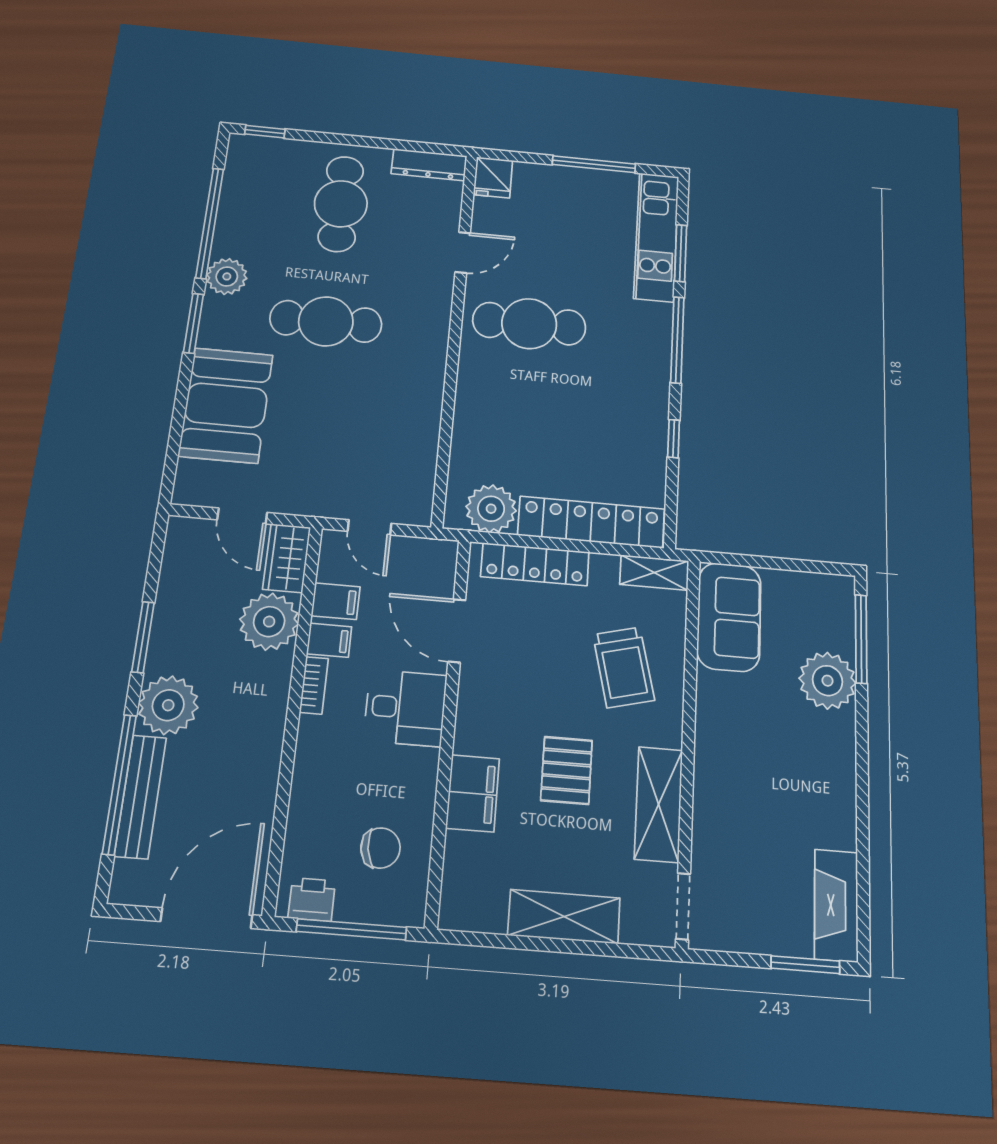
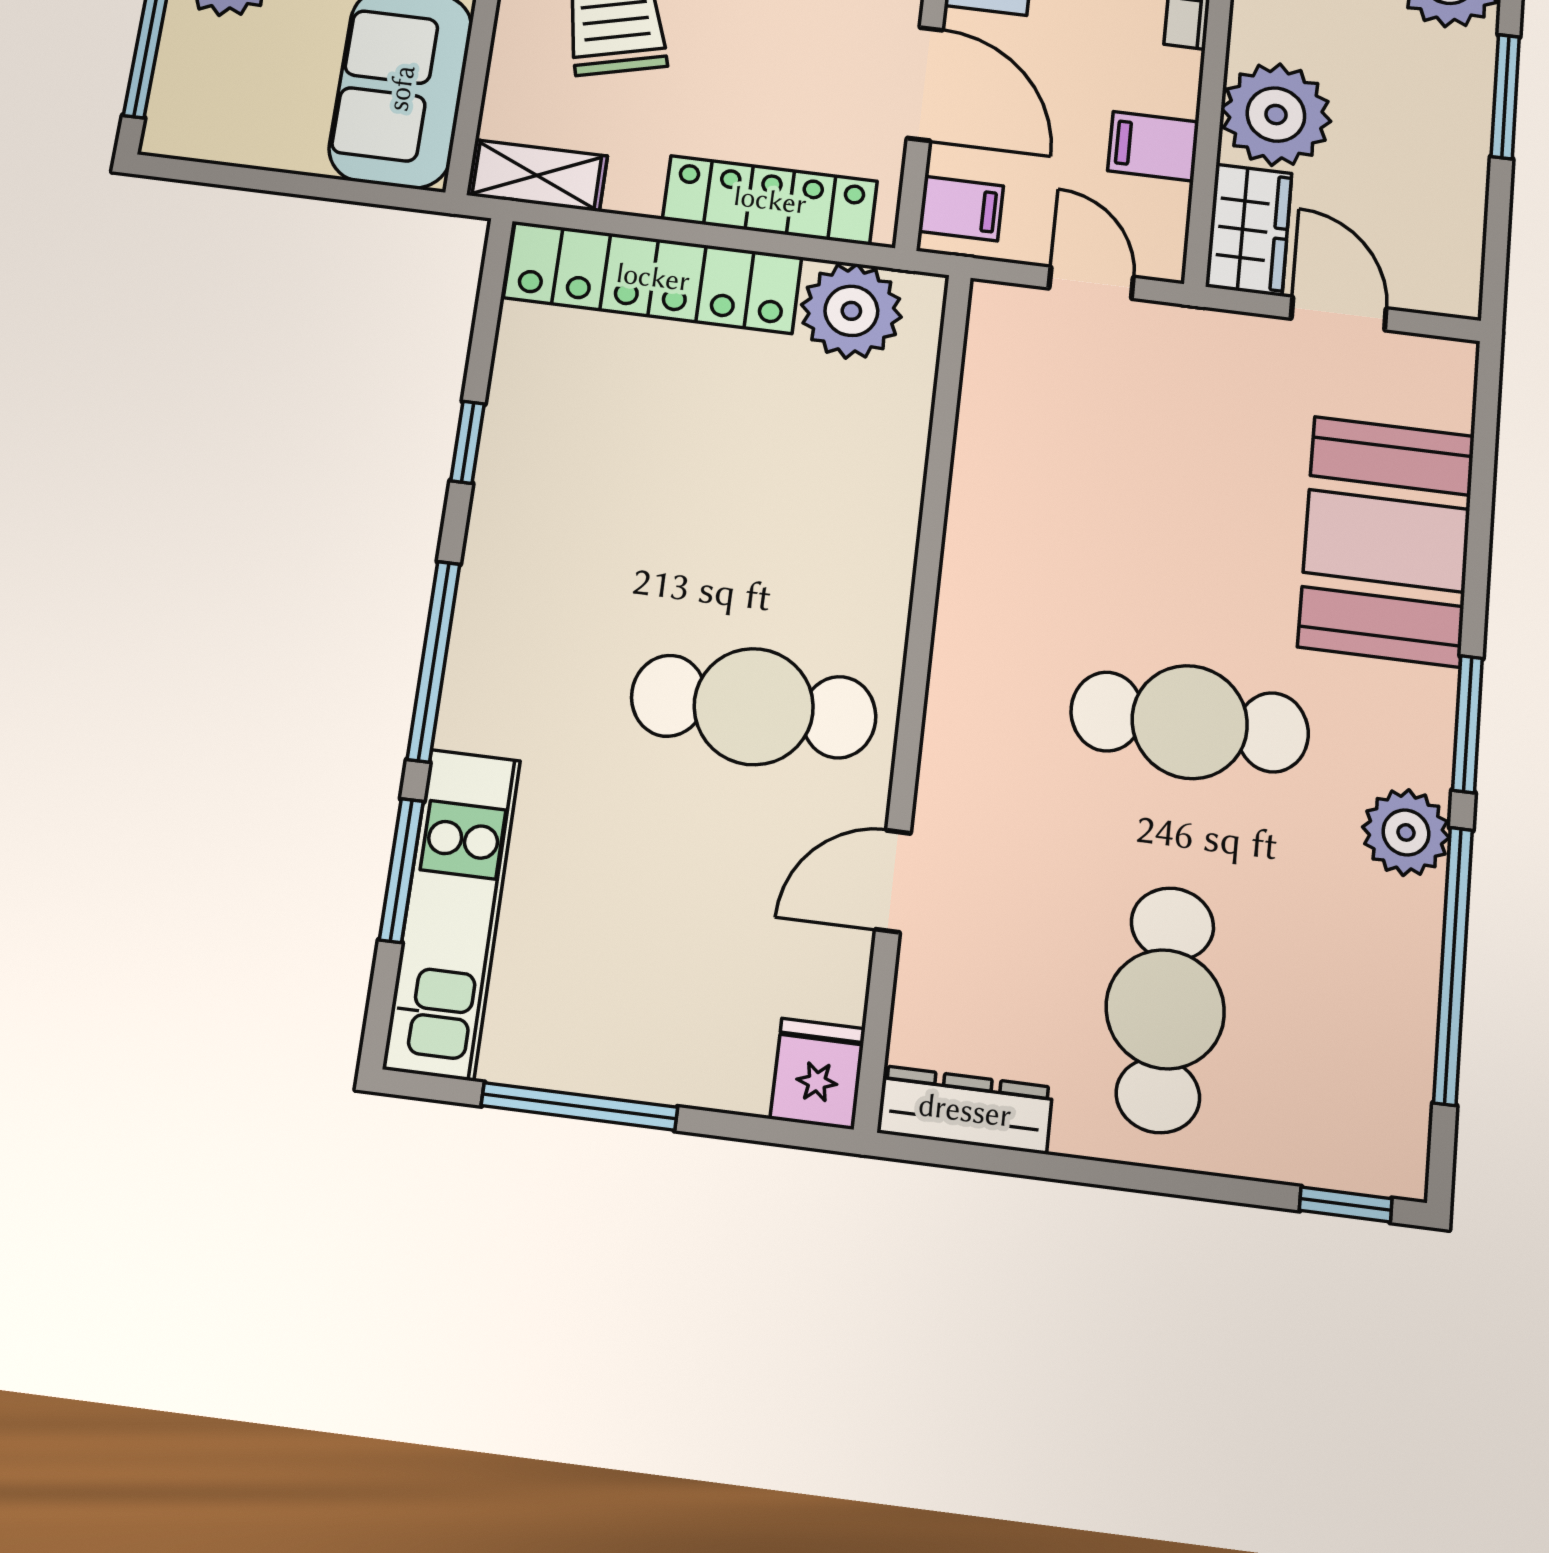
filing cabinet: (329, 640) -> (961, 209), moved, turned 180

